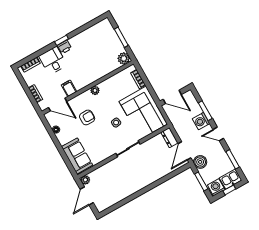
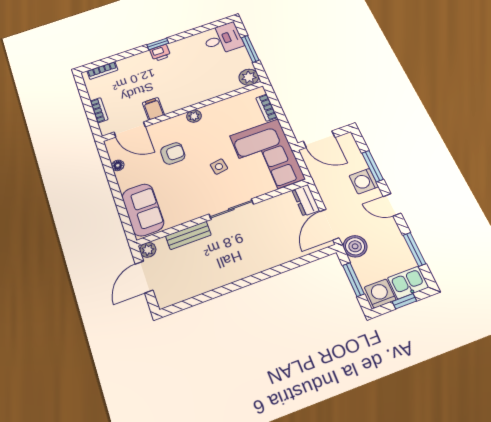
desk: (53, 61) -> (223, 39), moved, turned 90
bench: (106, 168) -> (188, 235), added

